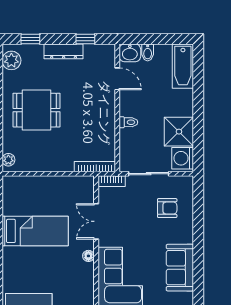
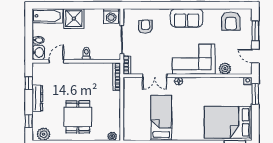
shower: (179, 132) -> (74, 19), moved

